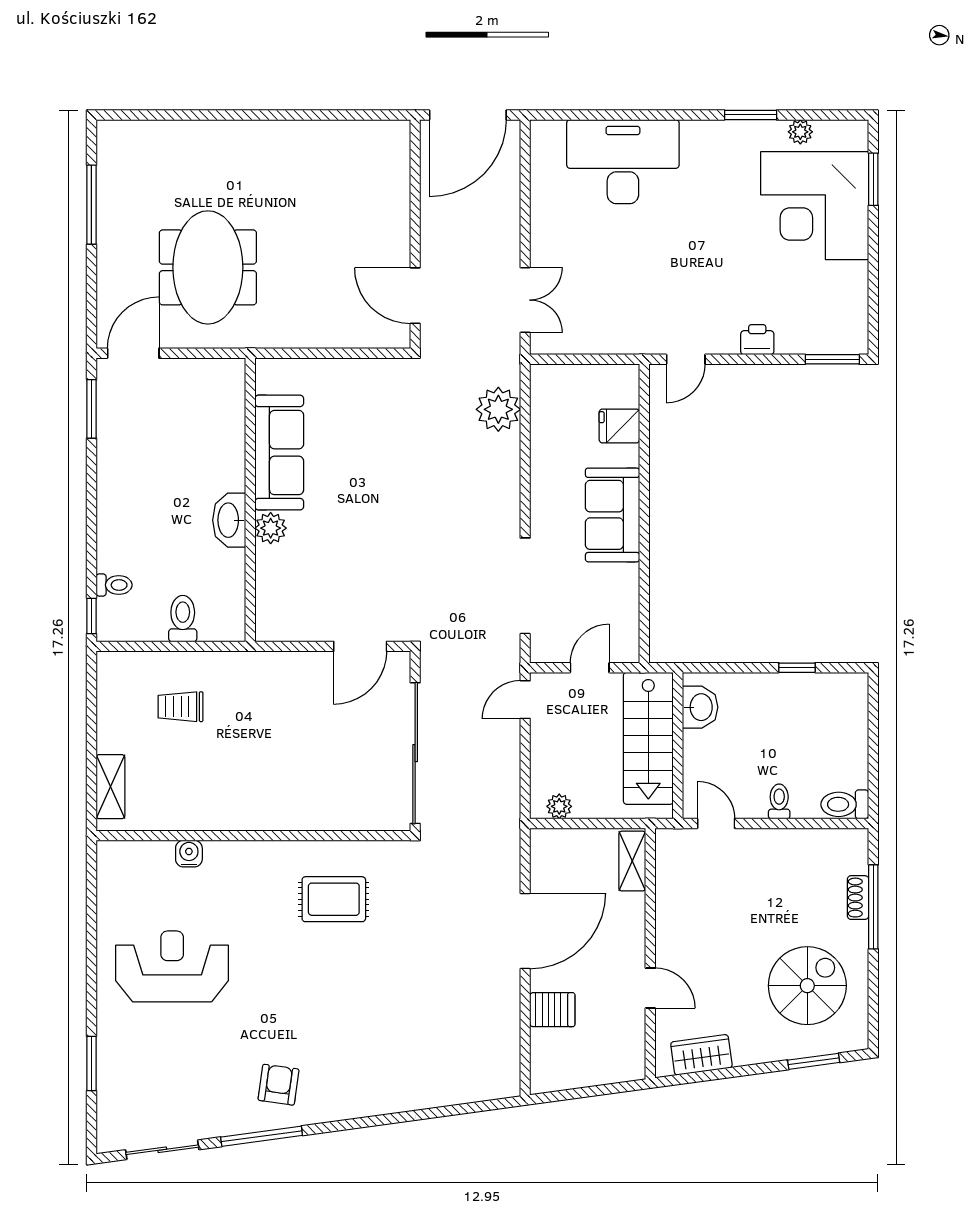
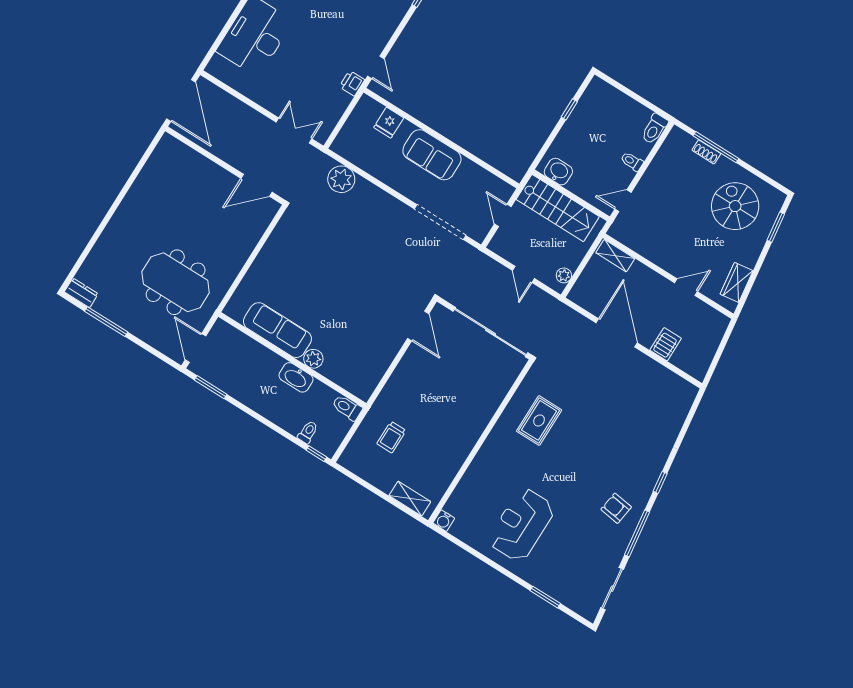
dresser: (110, 144) -> (81, 293), added
printer: (757, 340) -> (352, 83), moved
sofa: (279, 453) -> (277, 330), moved
wall: (250, 500) -> (292, 360), moved
washbasin: (229, 520) -> (296, 377), moved
plant: (271, 528) -> (313, 359), moved
door: (525, 700) -> (523, 274), moved
water cooler: (189, 854) -> (444, 521), moved, turned -90
window: (353, 1124) -> (660, 482), added

